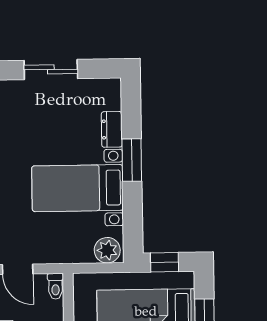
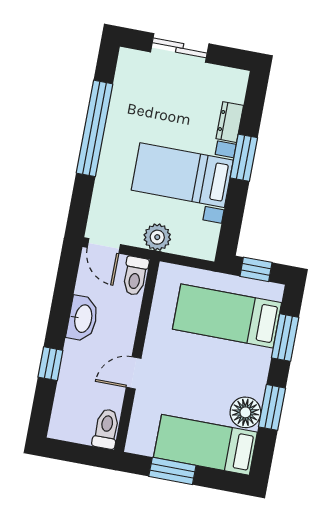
plant: (107, 250) -> (157, 237), moved
toilet: (55, 286) -> (135, 276), width x1.37, depth x1.39

